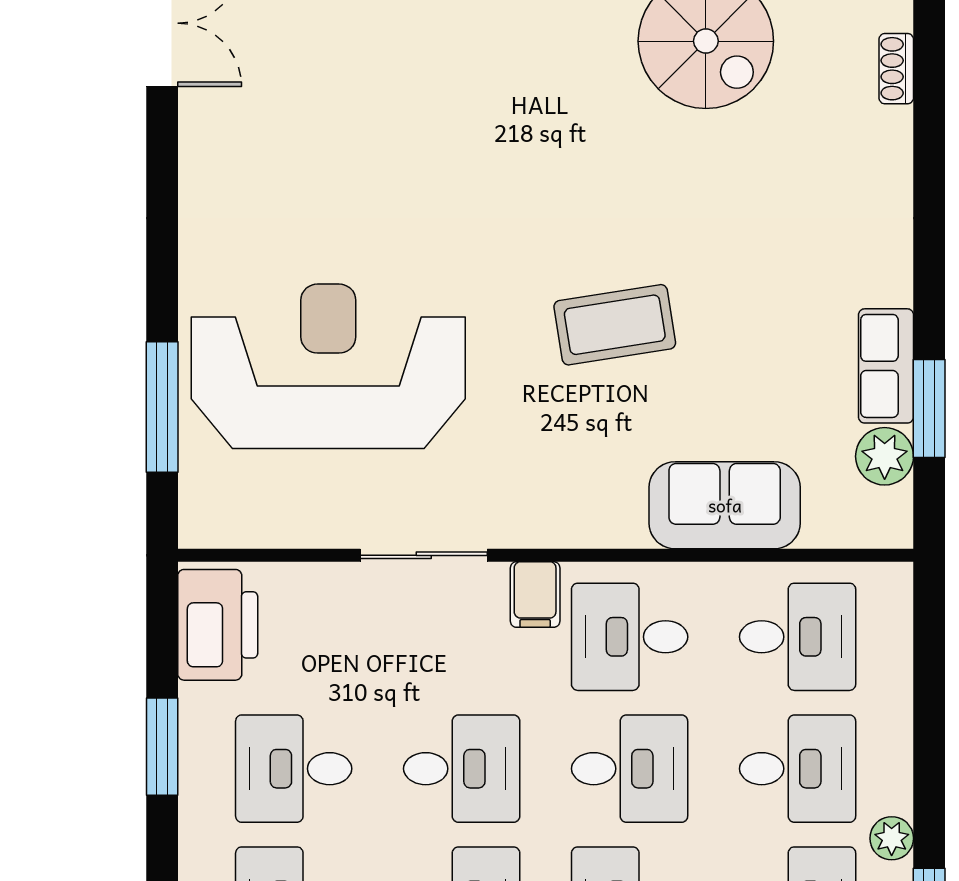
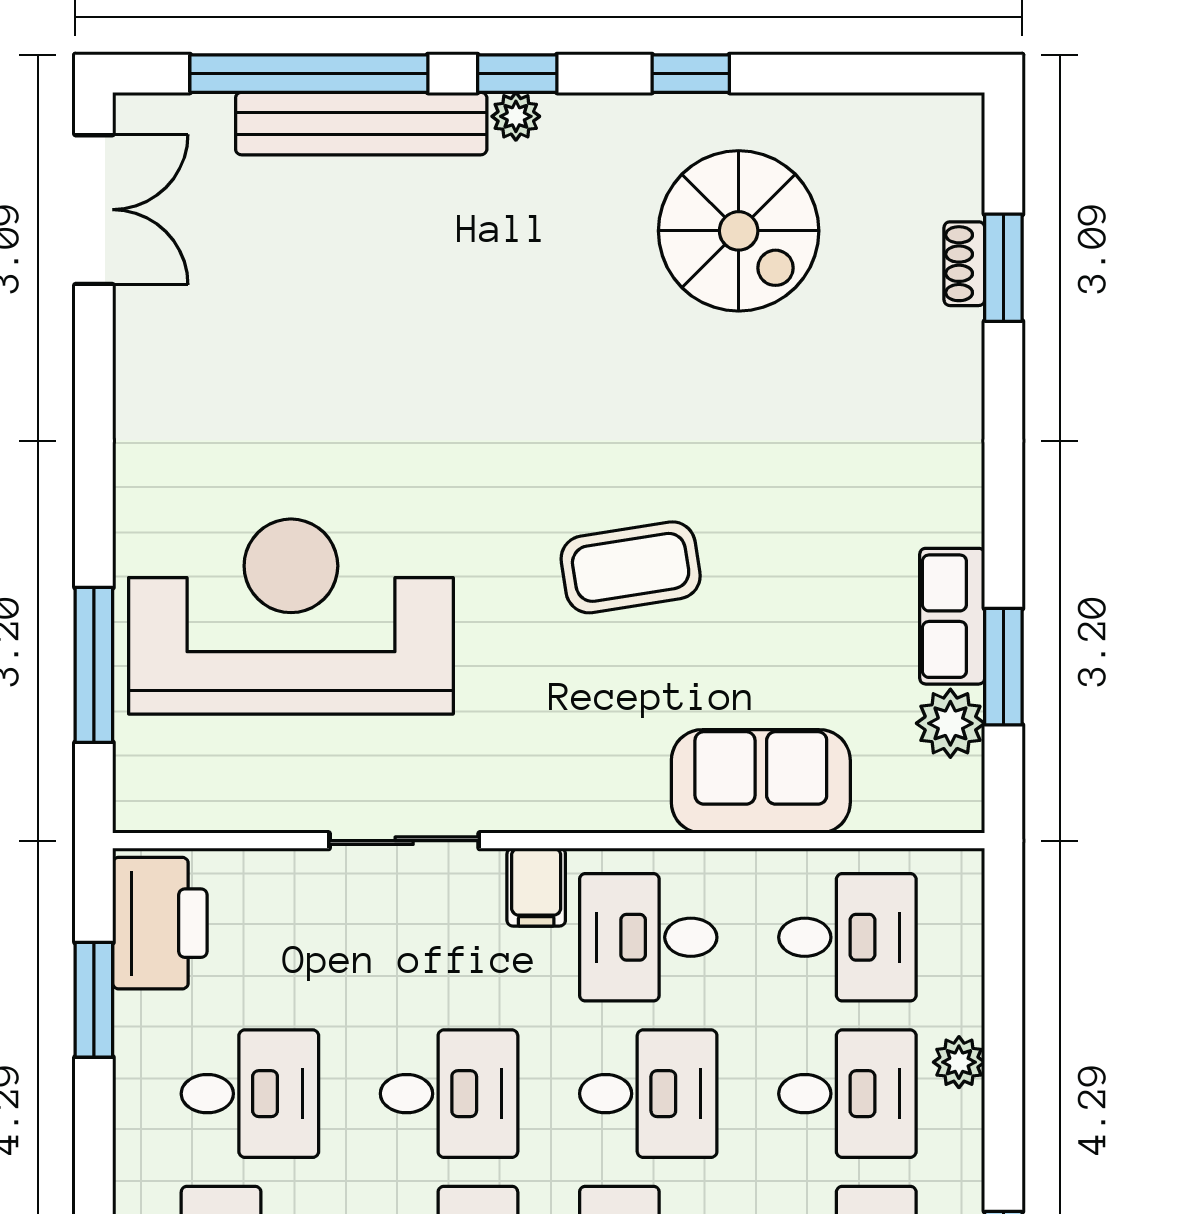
window: (929, 72) -> (1003, 268), added
window: (162, 747) -> (94, 1000), moved
desk: (294, 769) -> (250, 1094), turned 180
plant: (892, 838) -> (959, 1062), moved

